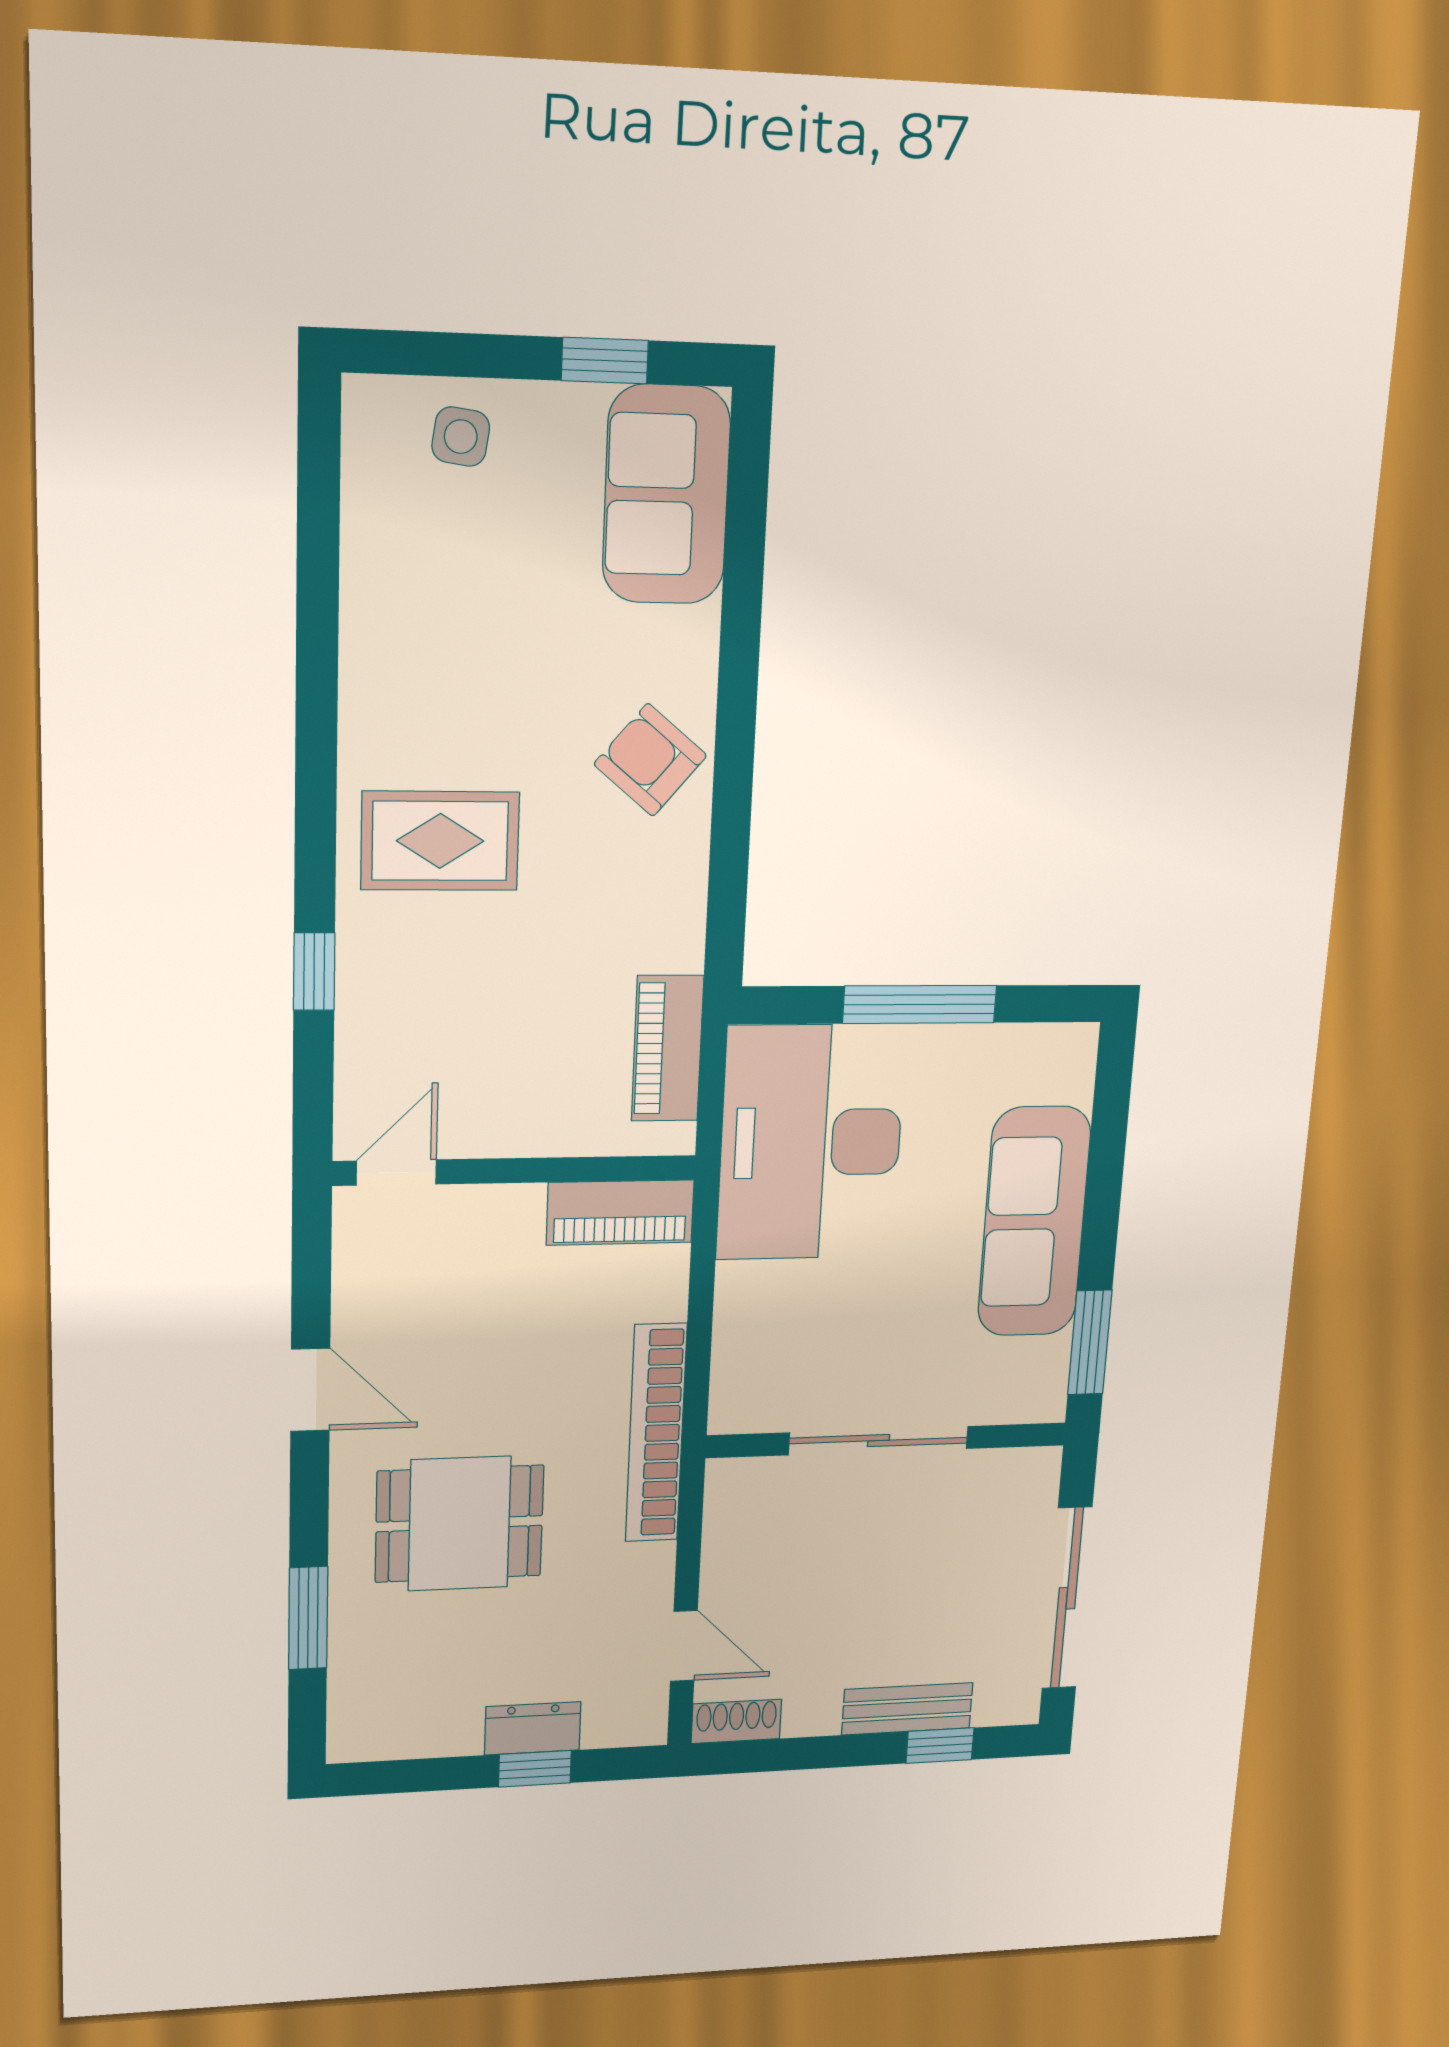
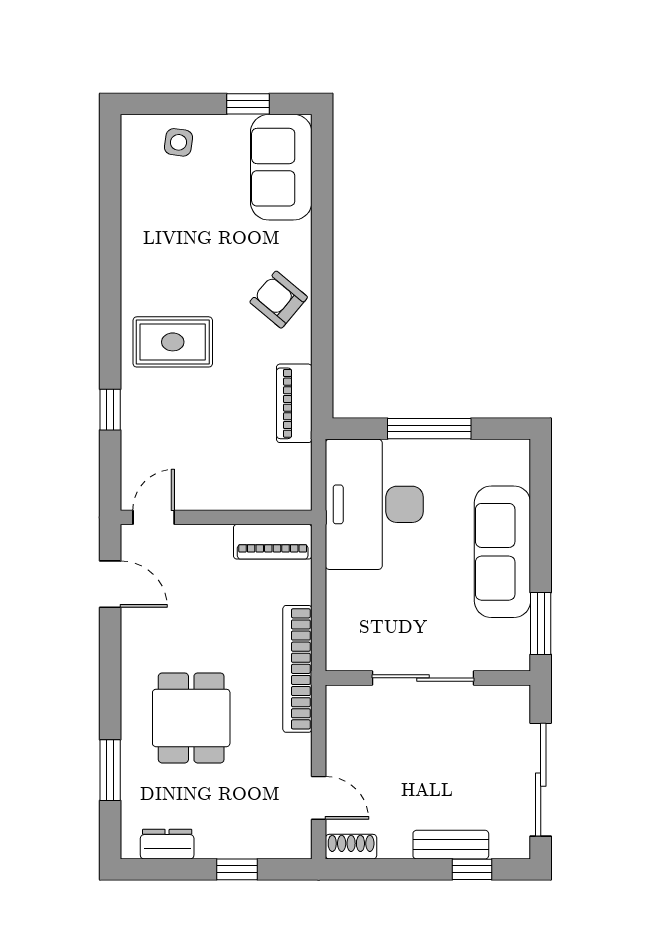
piano: (667, 1048) -> (294, 403), moved
door: (310, 1390) -> (110, 584), moved
dining table: (459, 1524) -> (191, 718), turned 90
dresser: (533, 1728) -> (167, 844), moved

